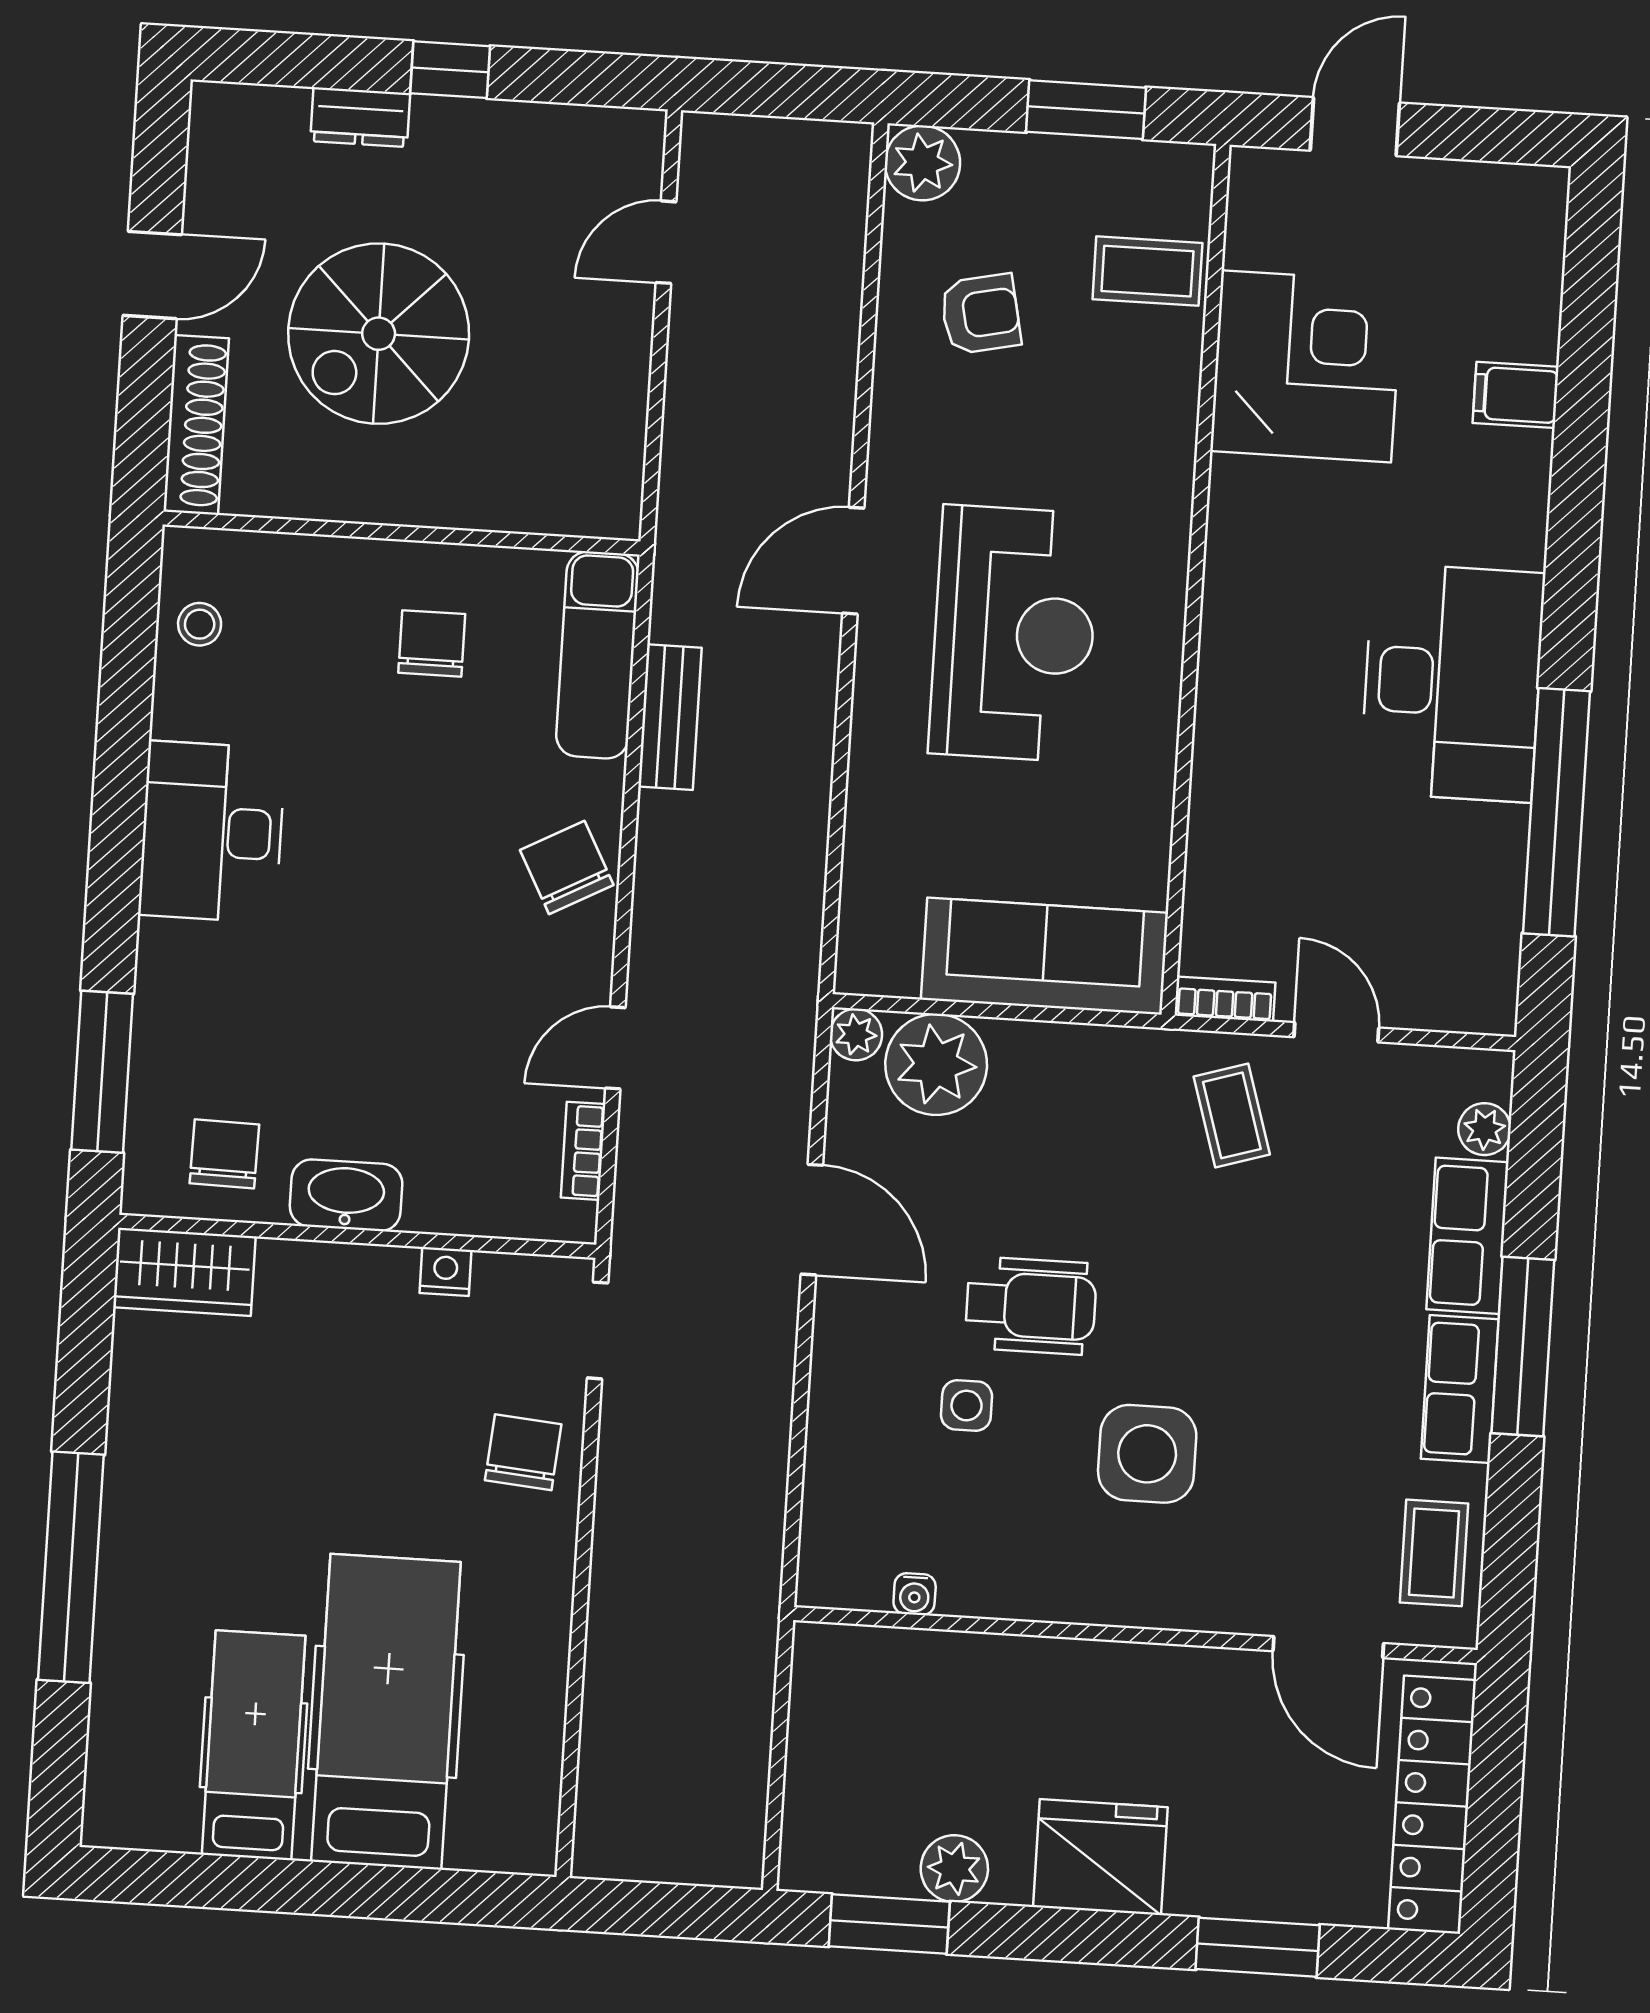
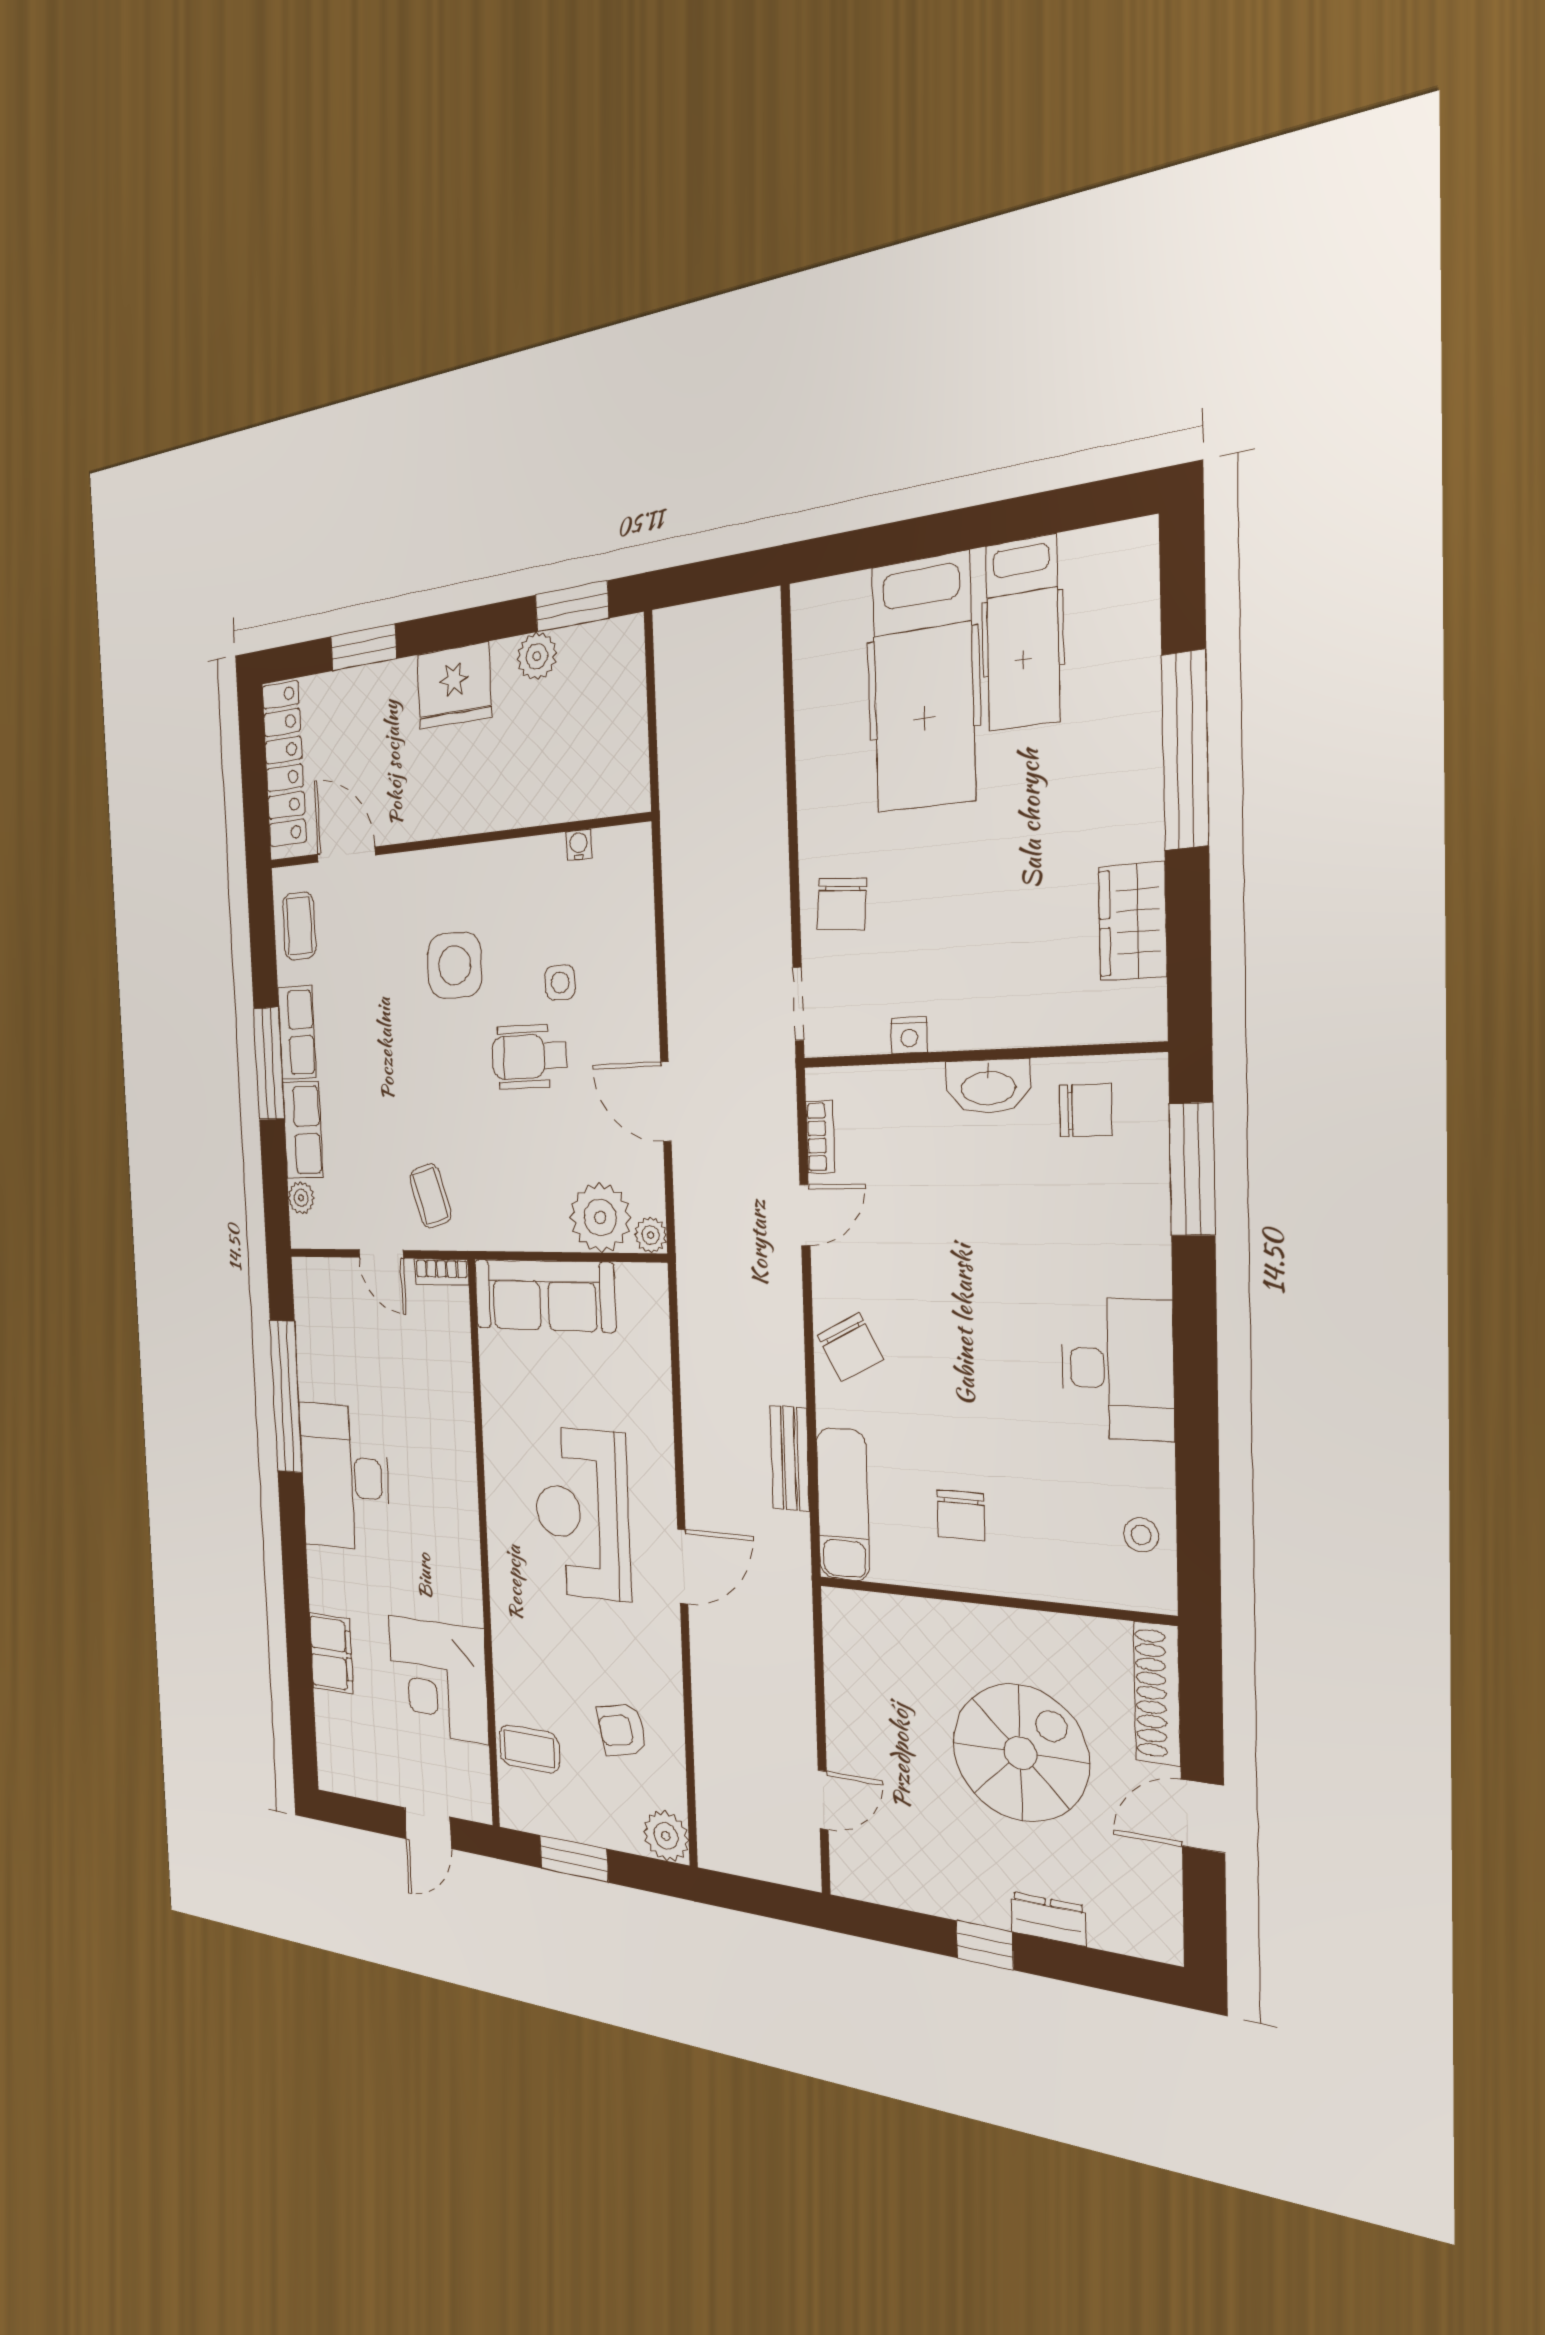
filing cabinet: (1516, 395) -> (331, 1653), width x2.00
chair: (224, 1154) -> (1086, 1110), turned -91
wardrobe: (184, 1272) -> (1132, 921), moved, turned -90

